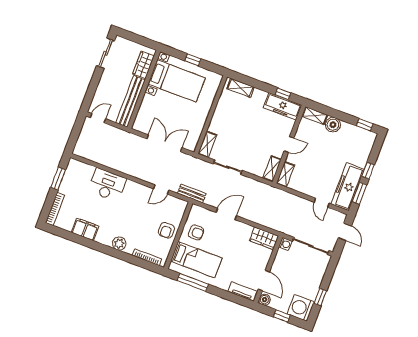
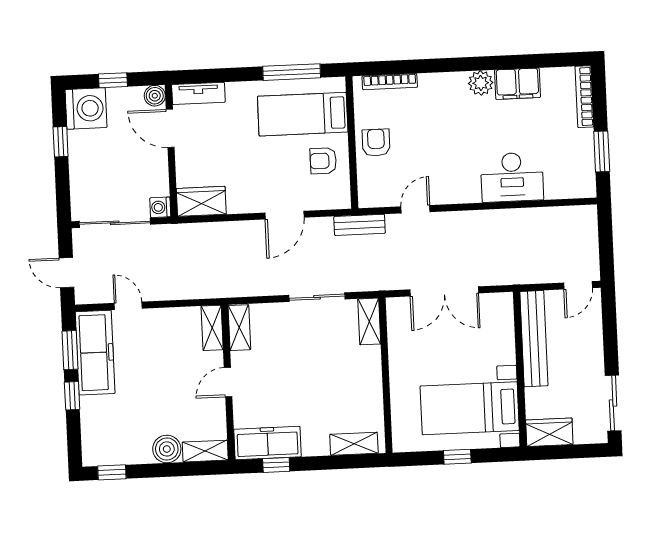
wardrobe: (143, 65) -> (549, 432), moved, turned -90
plant: (119, 244) -> (481, 83), moved

